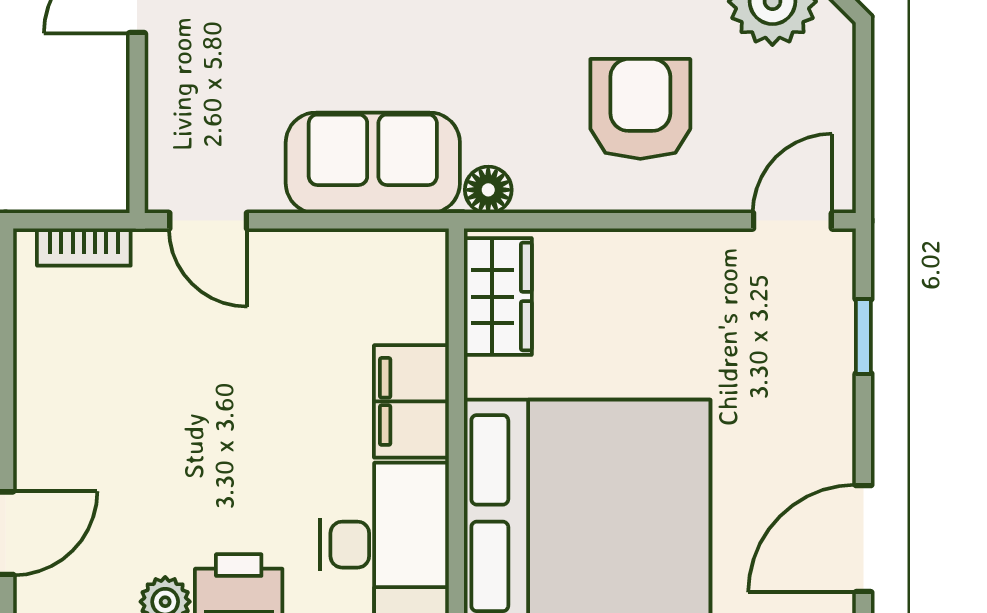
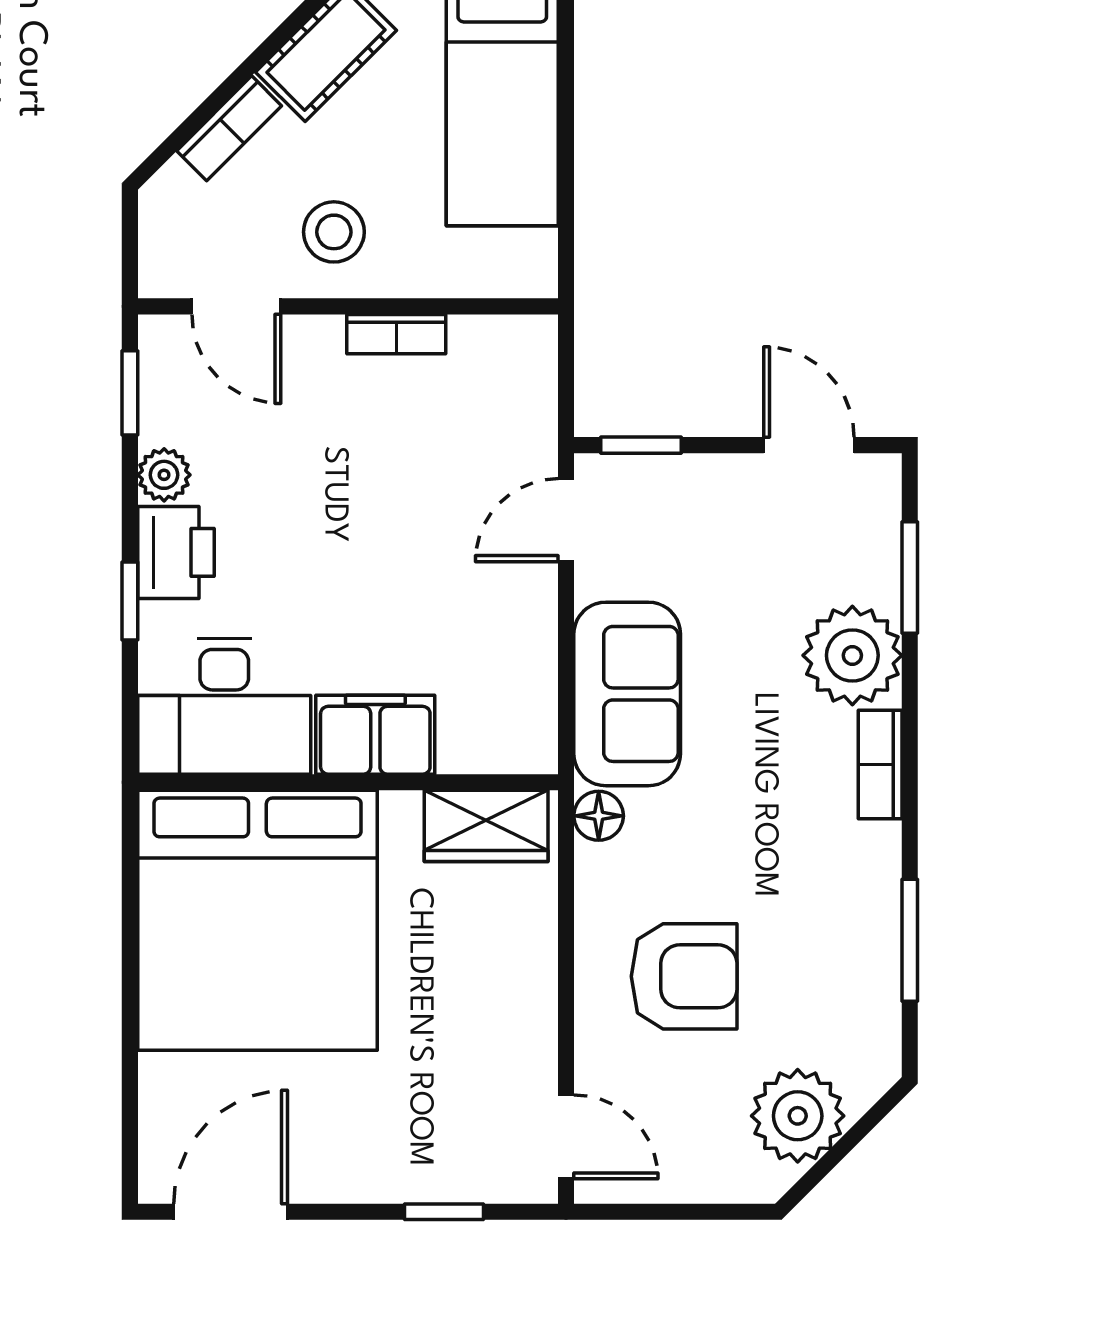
window: (137, 150) -> (641, 445), added
bookcase: (84, 247) -> (396, 334), moved, turned -90
door: (863, 539) -> (231, 1212), hinge flipped

